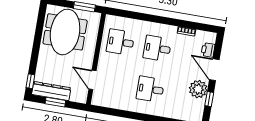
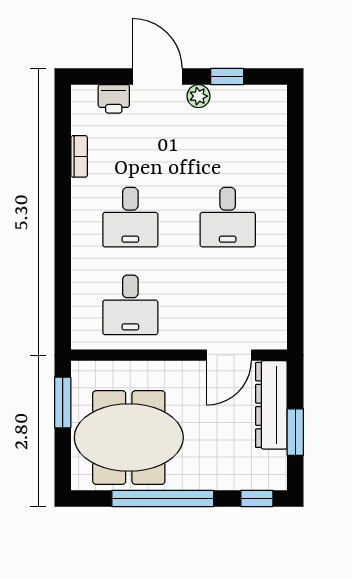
window: (37, 42) -> (163, 498), added
door: (214, 70) -> (157, 77), swing flipped
plant: (198, 89) -> (198, 96), width x0.53, depth x0.53
dresser: (51, 91) -> (271, 405), moved

